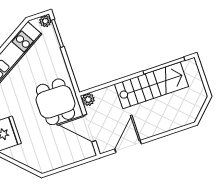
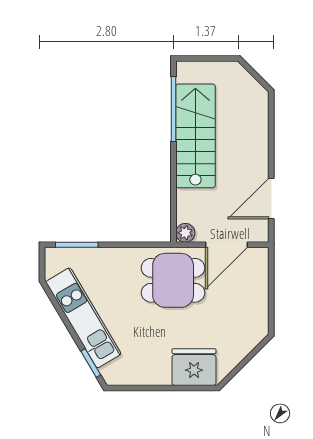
plant: (45, 21) -> (53, 256), removed
door: (128, 147) -> (271, 199), hinge flipped

